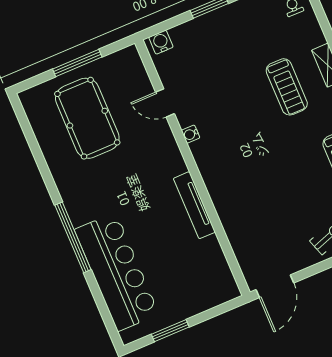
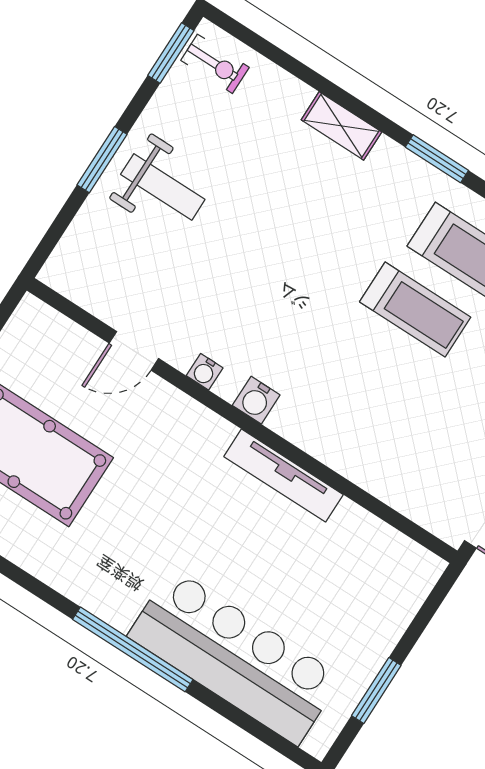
weight bench: (228, 38) -> (163, 187), added
water cooler: (161, 42) -> (256, 400), moved, turned -90
treadmill: (287, 87) -> (415, 310), moved

